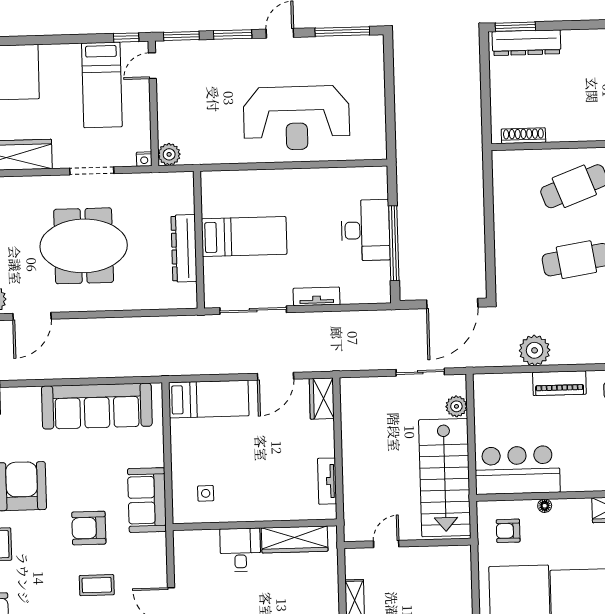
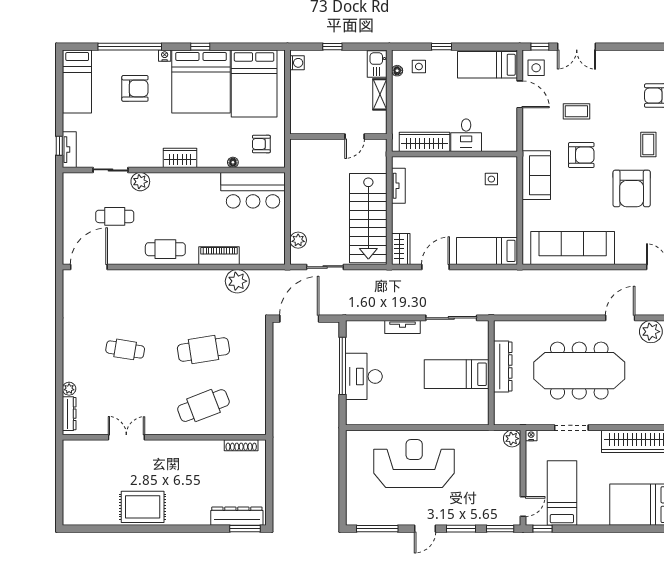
meeting table: (84, 246) -> (579, 371), width x1.36
stairs: (445, 478) -> (368, 218), moved, turned 180
armchair: (508, 531) -> (261, 144), turned 180

